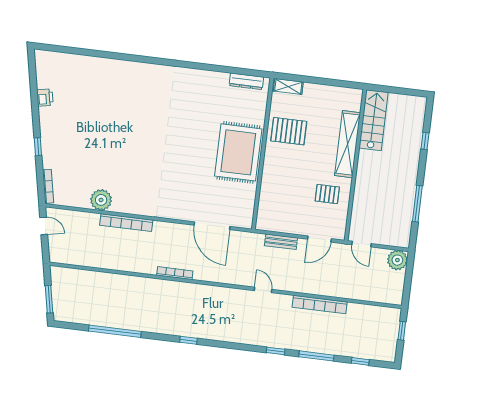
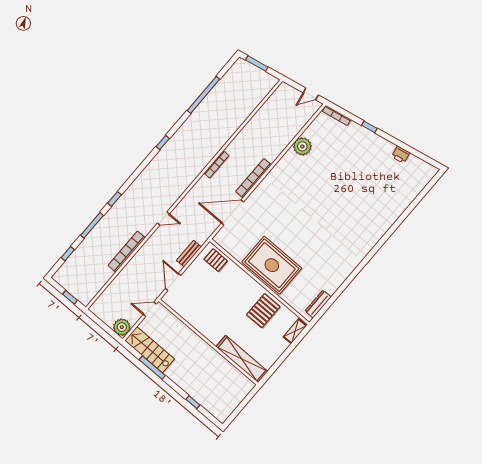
stairs: (374, 120) -> (150, 350), moved, turned 180
shelving: (348, 144) -> (242, 359), moved
pallet: (327, 194) -> (216, 260), moved, turned 90
bookcase: (126, 223) -> (254, 178), moved

